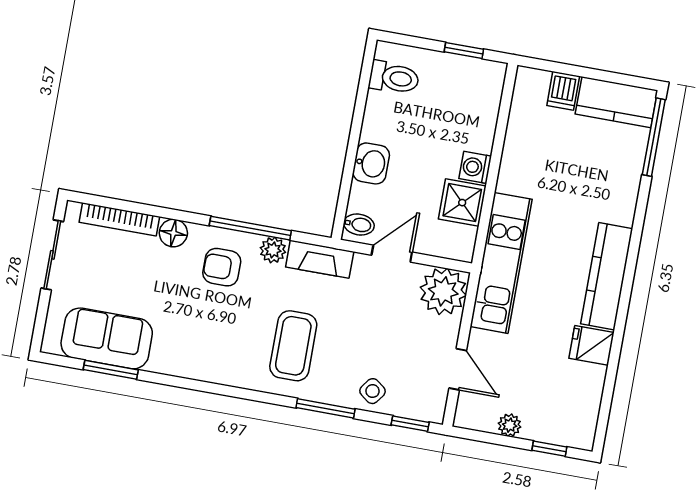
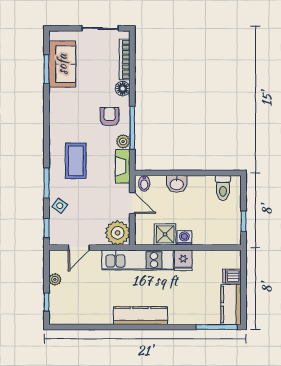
fridge: (592, 345) -> (183, 260), moved, turned 180
coffee table: (293, 346) -> (76, 161), turned 90

